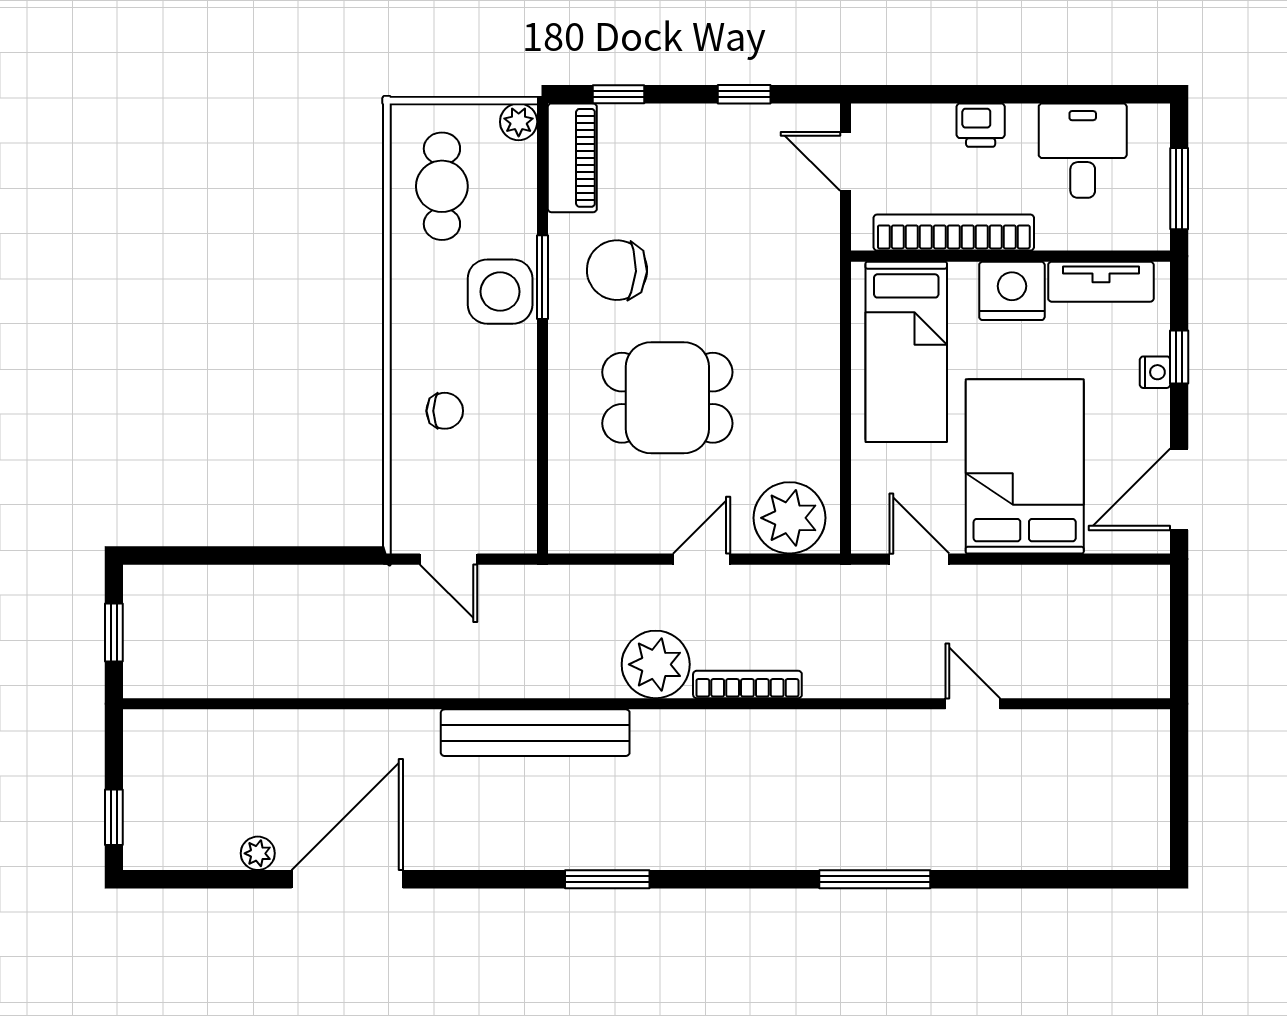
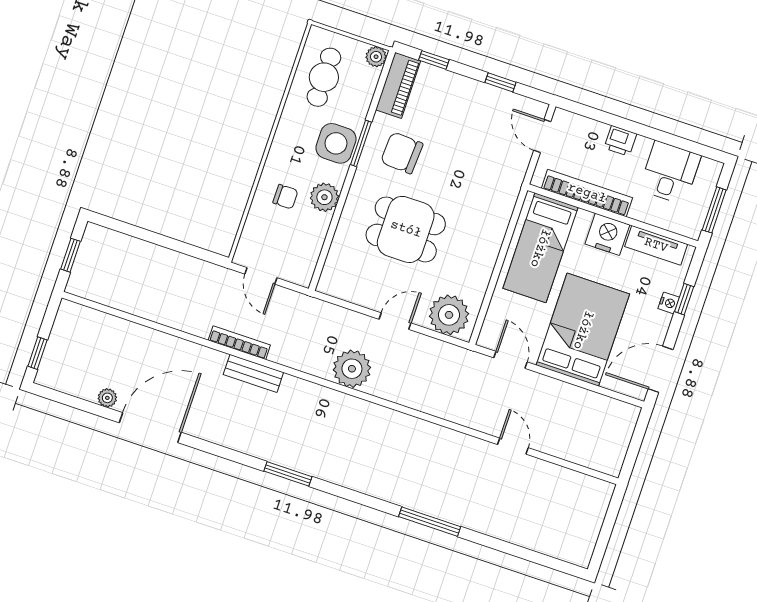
plant: (511, 389) -> (324, 197), added
bookcase: (747, 684) -> (239, 343), moved
bench: (535, 733) -> (253, 373), width x0.54, depth x0.82

